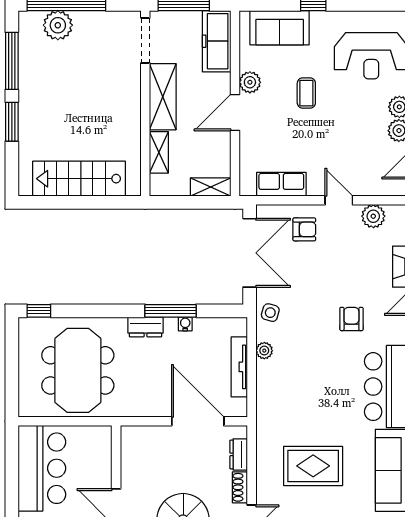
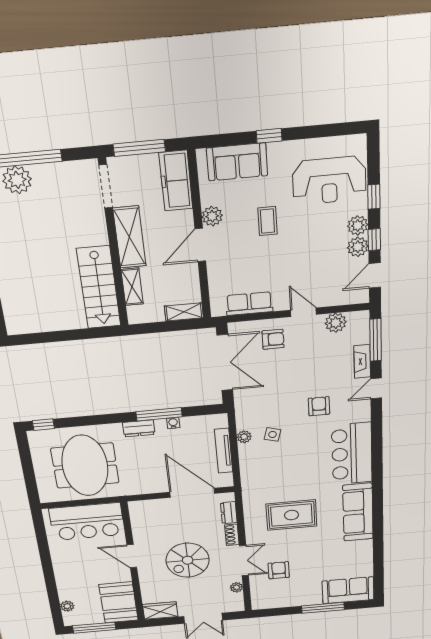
stairs: (79, 179) -> (99, 288), moved, turned -90
side table: (270, 313) -> (273, 434), moved
bar counter: (42, 468) -> (87, 522), moved, turned 90

